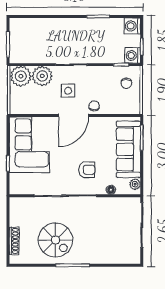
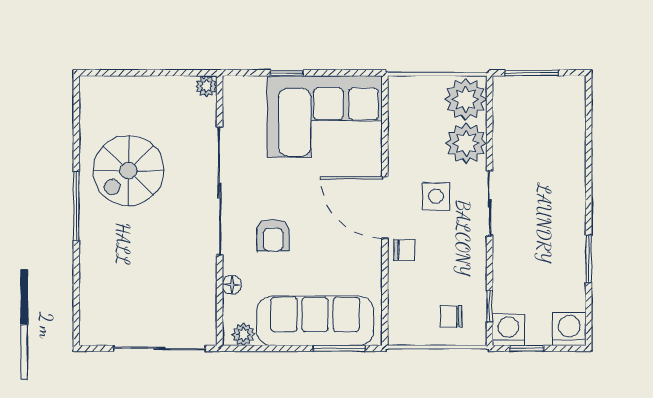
plant: (14, 202) -> (206, 86), added
shoe rack: (14, 241) -> (127, 86), removed

